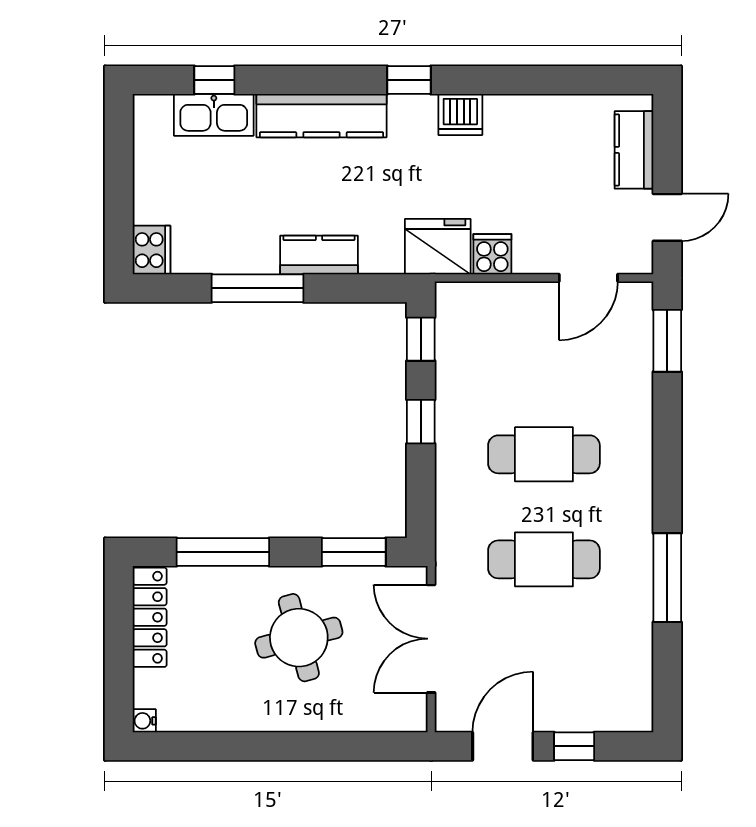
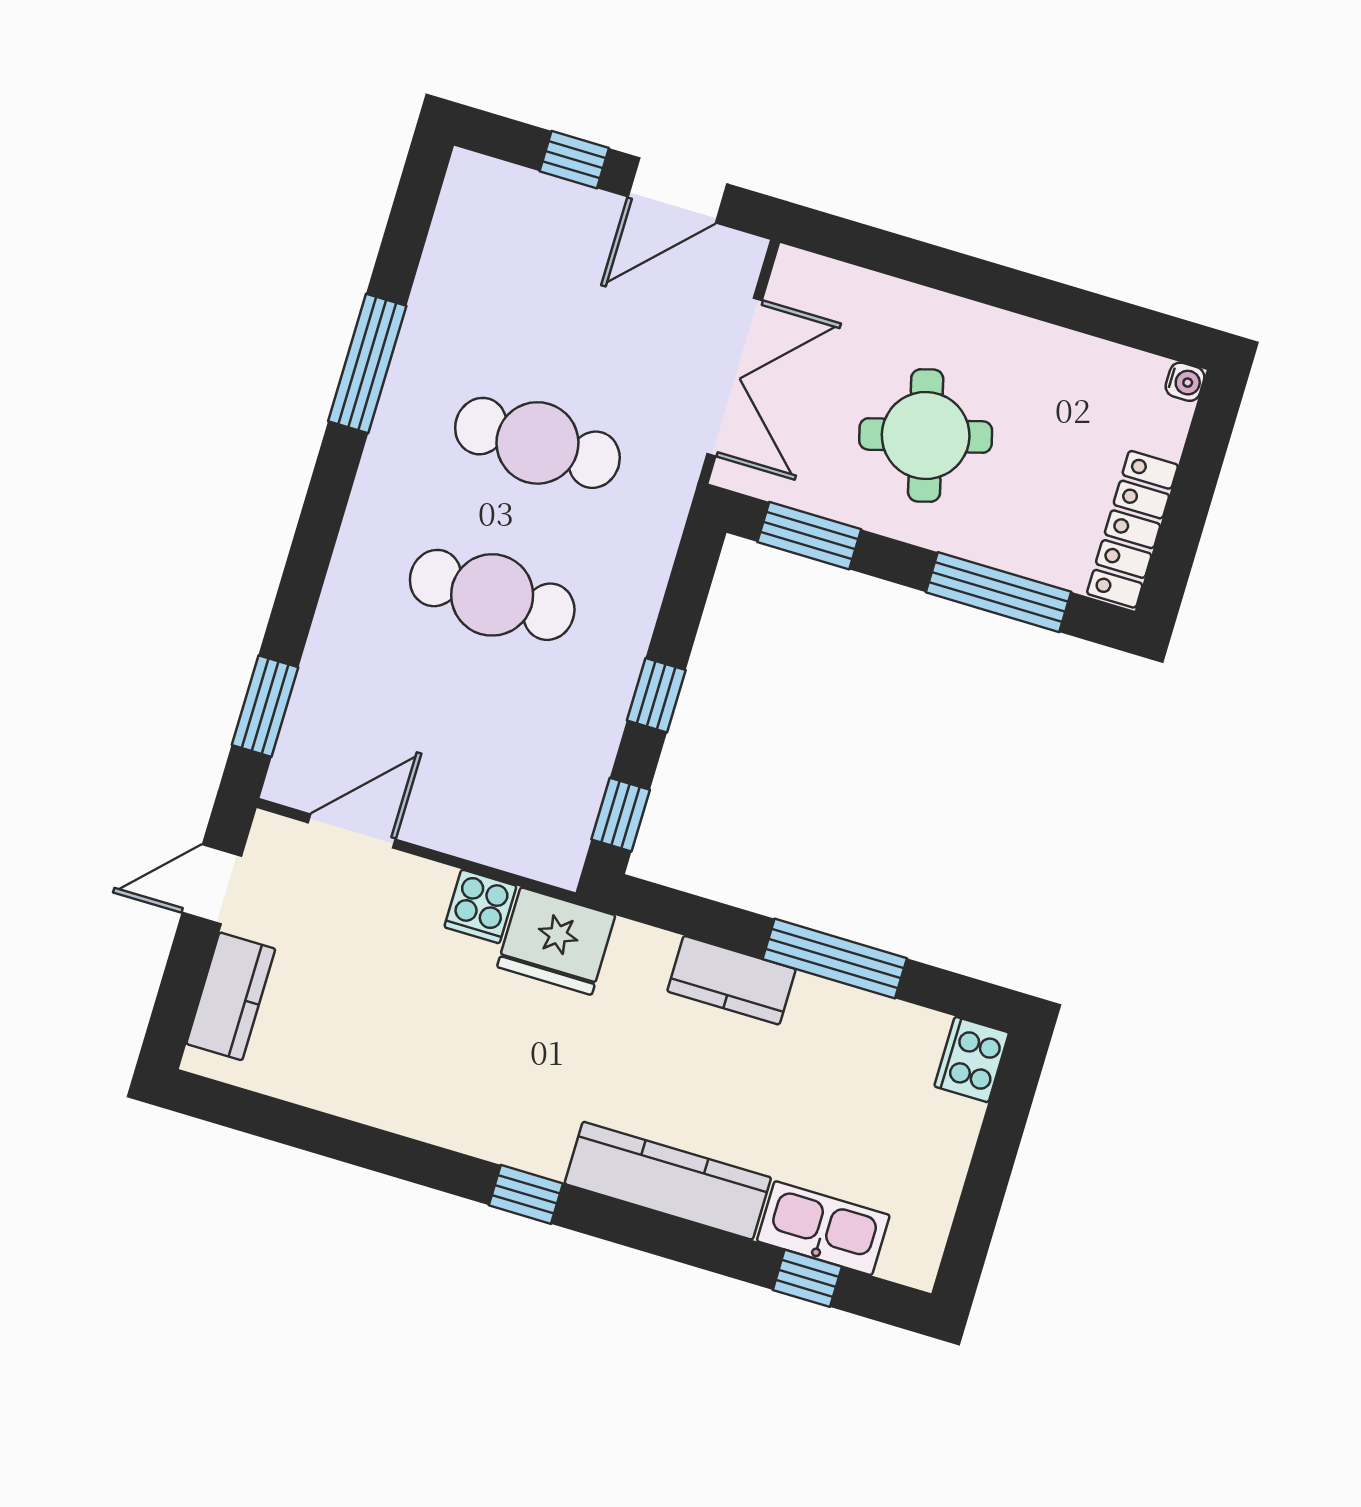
dishwasher: (460, 114) -> (467, 1122), removed

